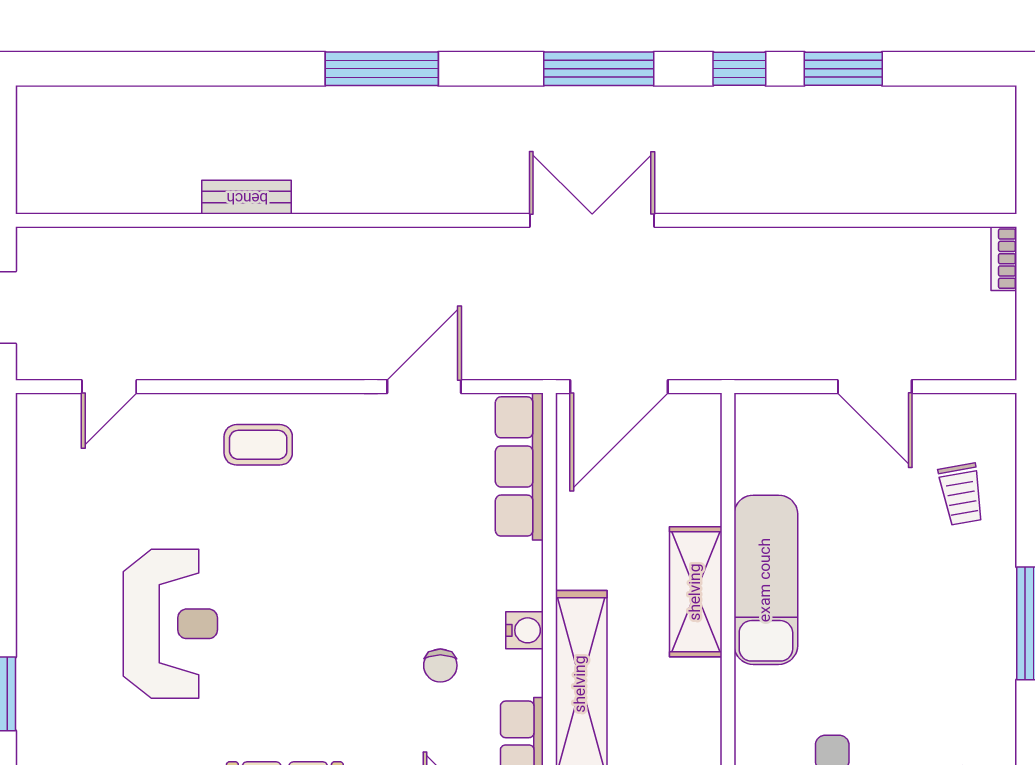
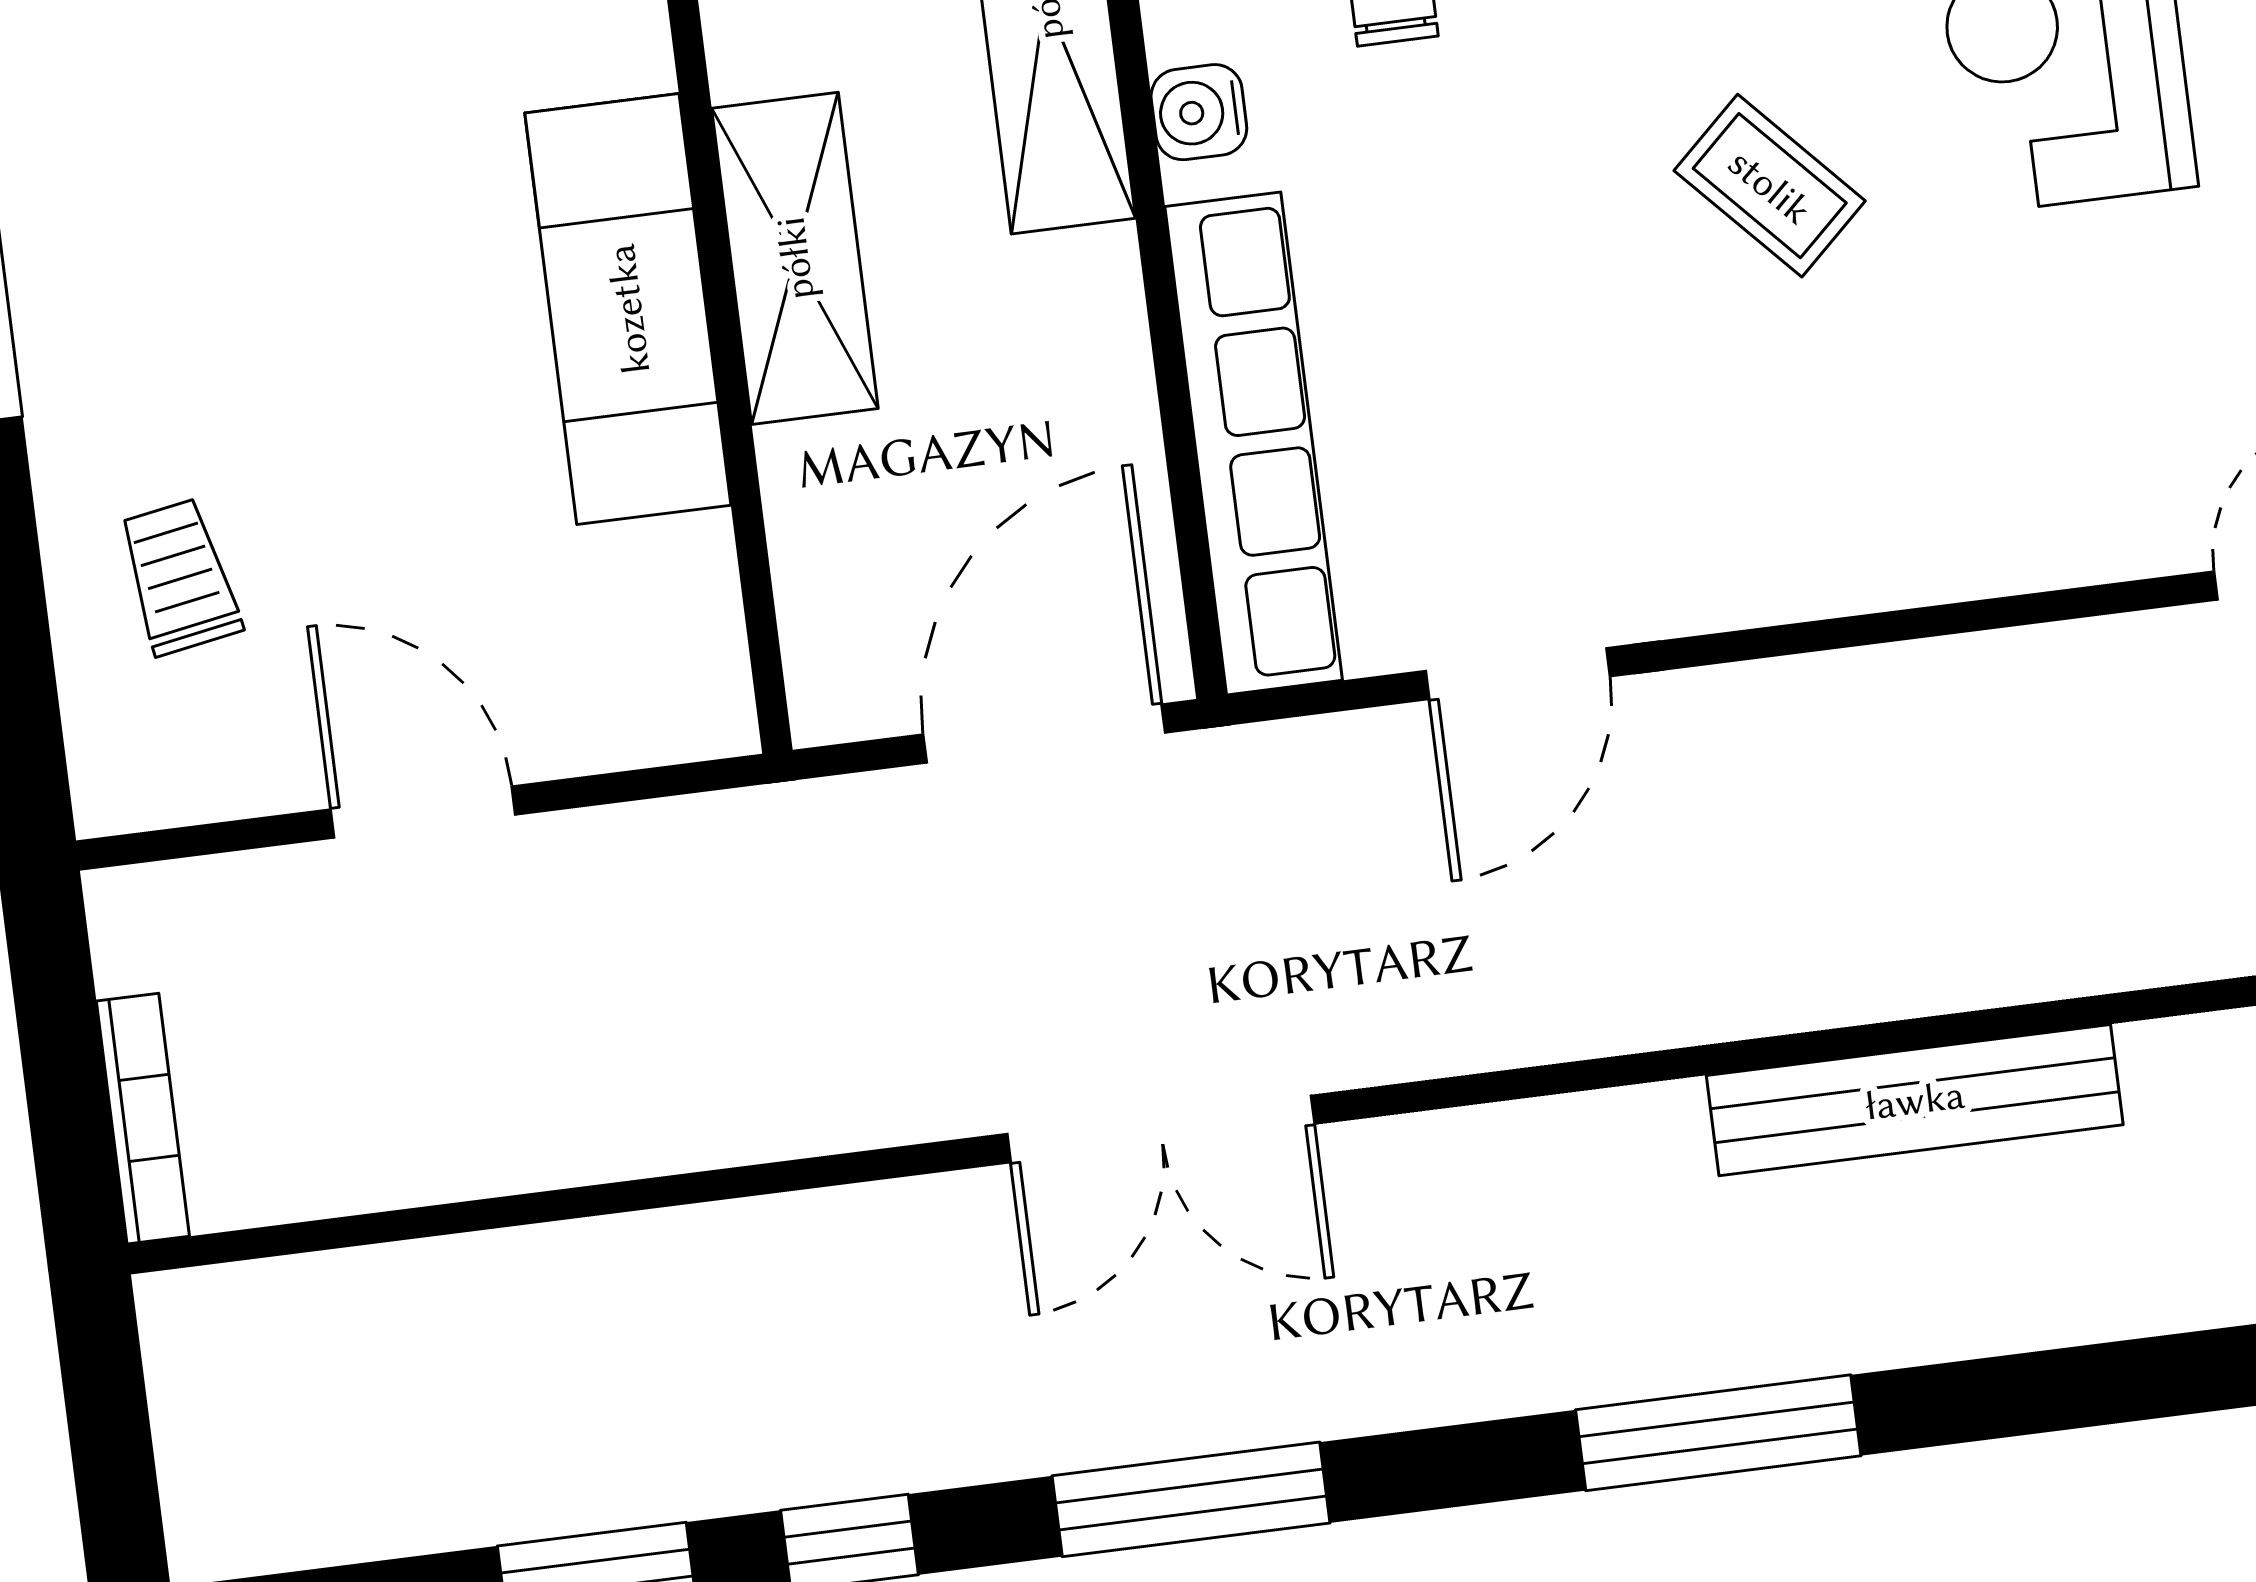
bench: (247, 197) -> (1915, 1100), width x1.86, depth x1.21
bookcase: (1004, 259) -> (143, 1119), width x1.56
coffee table: (258, 445) -> (1770, 186), moved, turned 47
row of seats: (519, 466) -> (1254, 443), width x1.36

